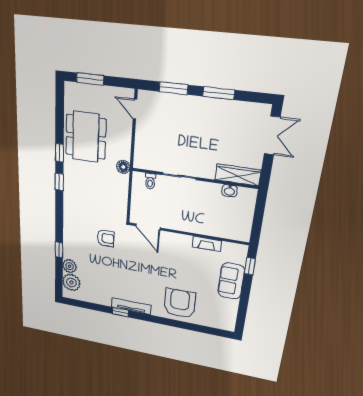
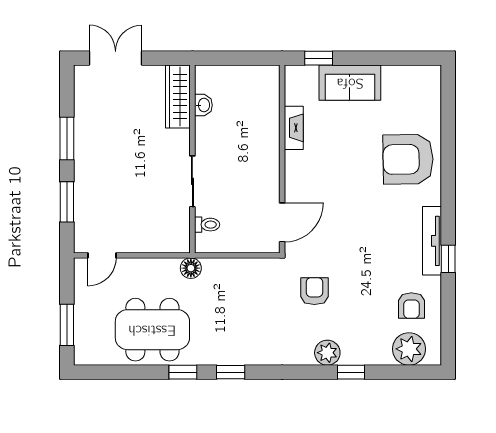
plant: (70, 266) -> (327, 353), moved
armchair: (95, 288) -> (411, 306), added

